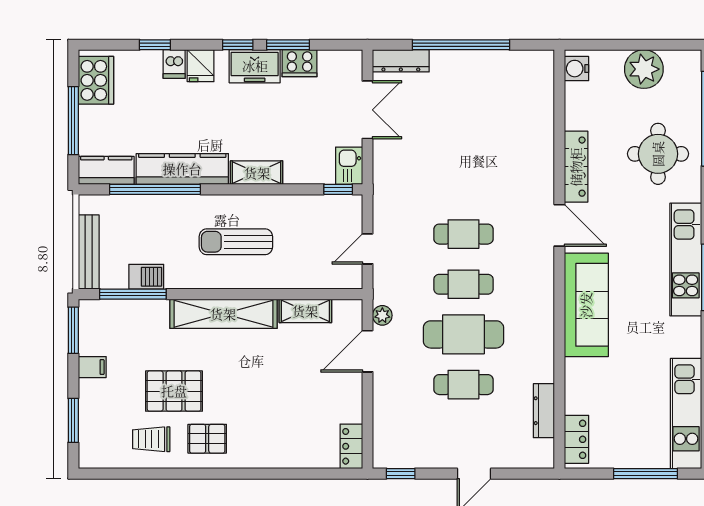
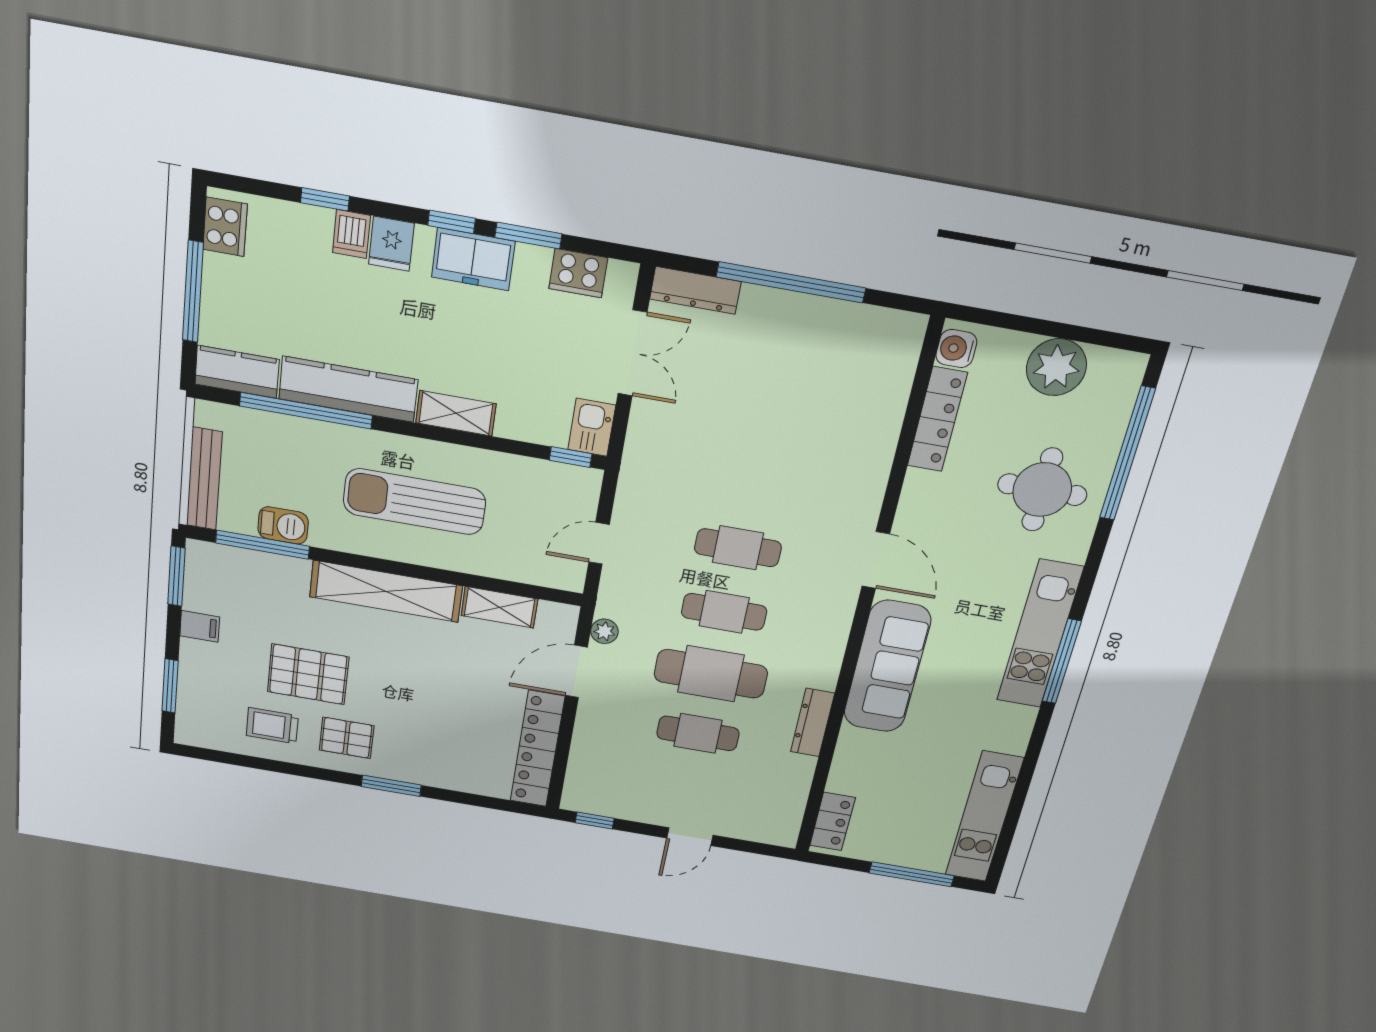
cooker: (300, 63) -> (578, 273), moved
cooker: (96, 80) -> (225, 227), width x0.73, depth x0.76
locker: (576, 167) -> (937, 419), moved
sun lounger: (236, 242) -> (414, 502), width x1.36, depth x1.34
dresser: (544, 411) -> (813, 723), moved
locker: (351, 446) -> (537, 749), width x2.16, depth x1.21
window: (245, 474) -> (391, 786), added

